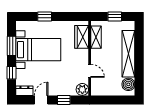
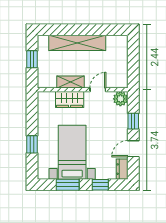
wardrobe: (82, 37) -> (70, 100), moved
shelving: (96, 37) -> (70, 82), moved
boiler: (128, 84) -> (114, 43), removed
door: (41, 100) -> (133, 149), hinge flipped

